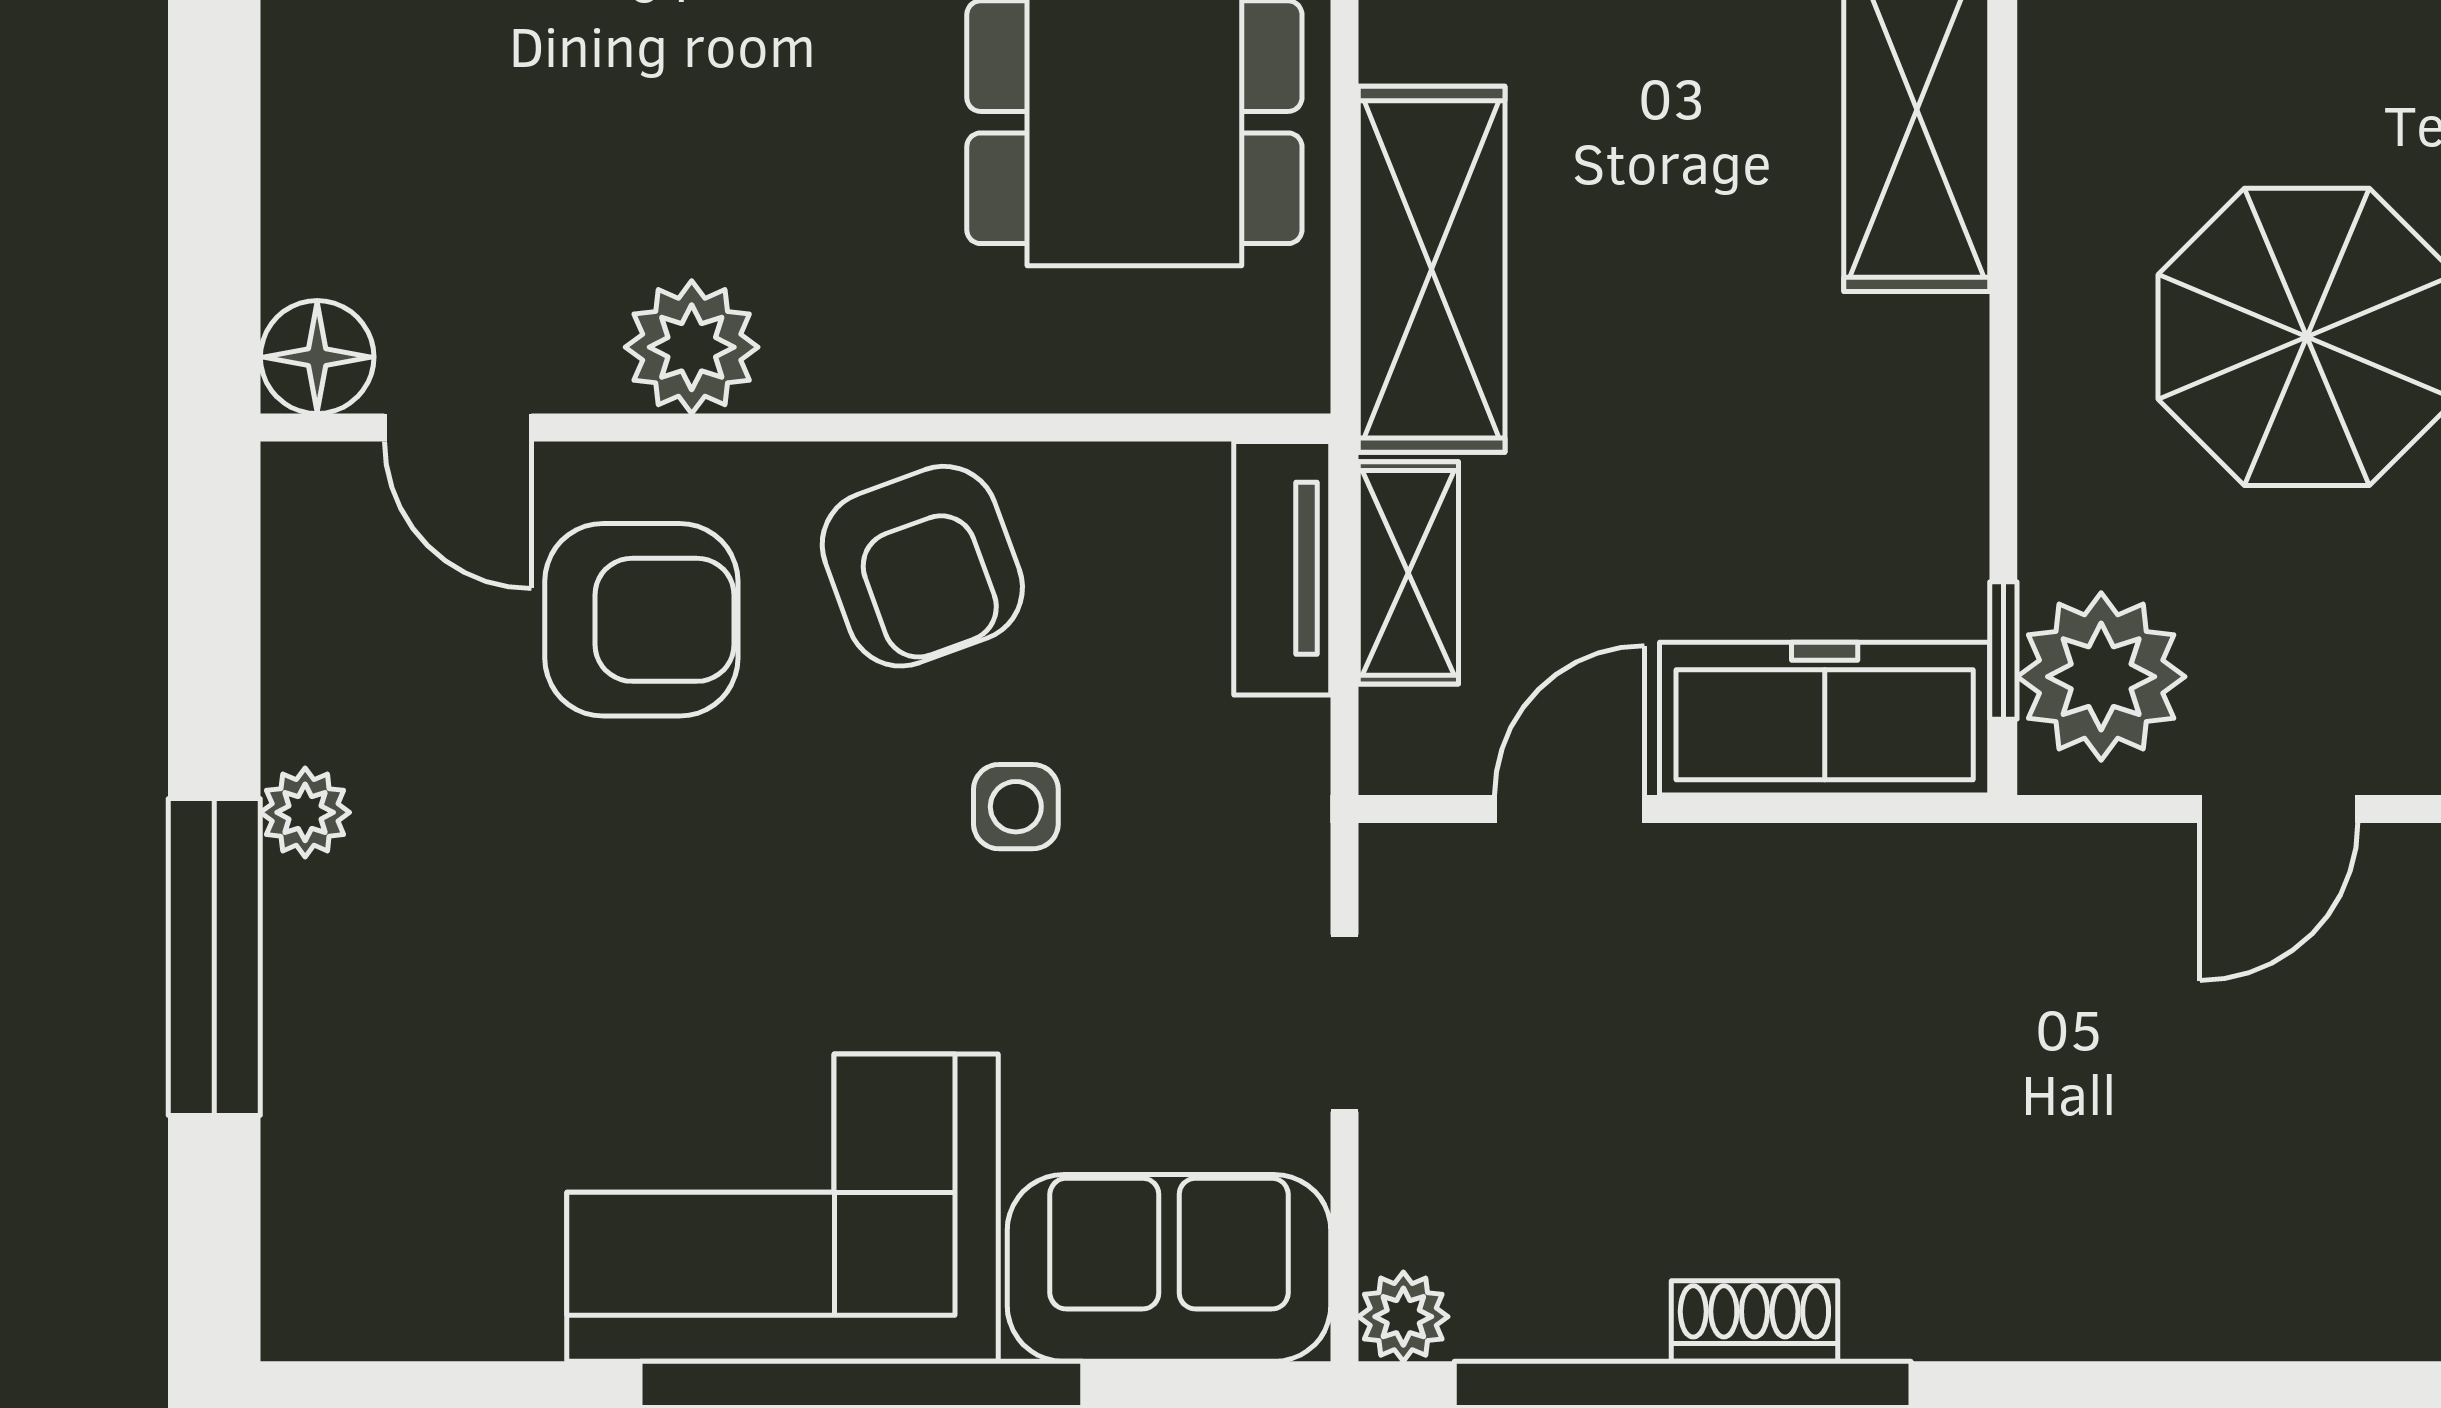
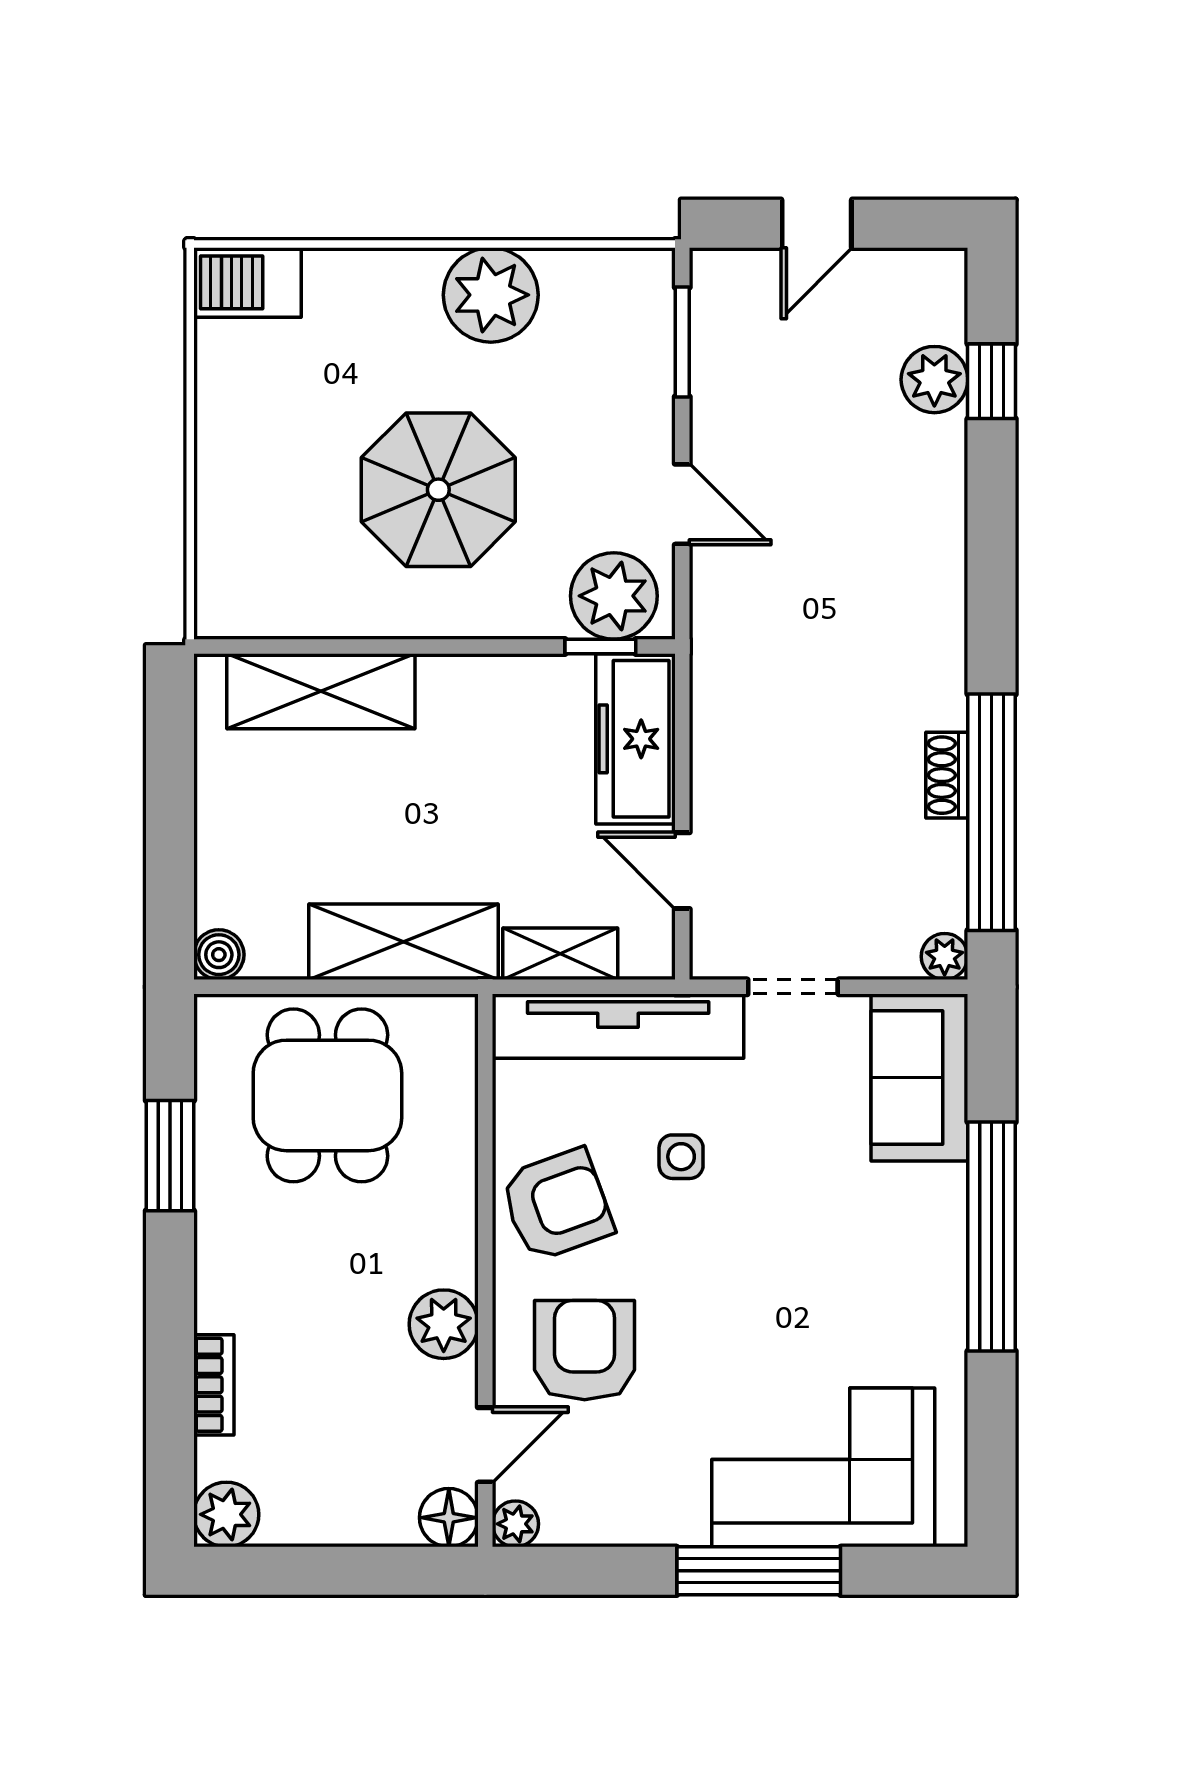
tv unit: (1282, 568) -> (618, 1026), width x1.92, depth x1.29
plant: (305, 812) -> (515, 1524), moved
corner sofa: (782, 1208) -> (823, 1467), moved, turned 90

